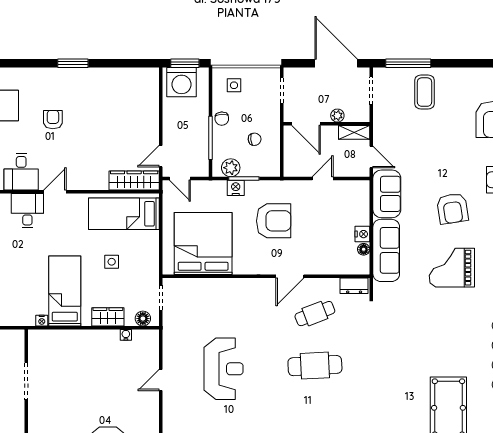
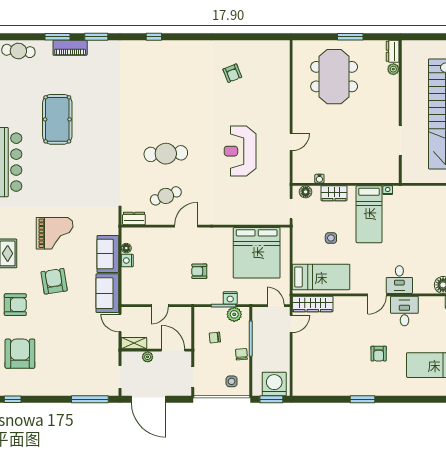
coffee table: (424, 92) -> (77, 376), removed
armchair: (274, 221) -> (199, 271), width x0.53, depth x0.53
sofa: (386, 250) -> (108, 254), width x0.73

